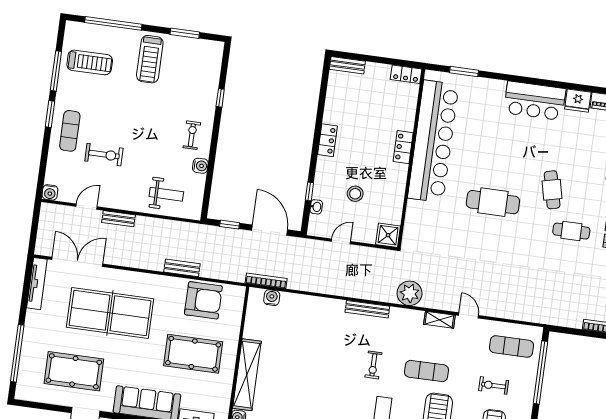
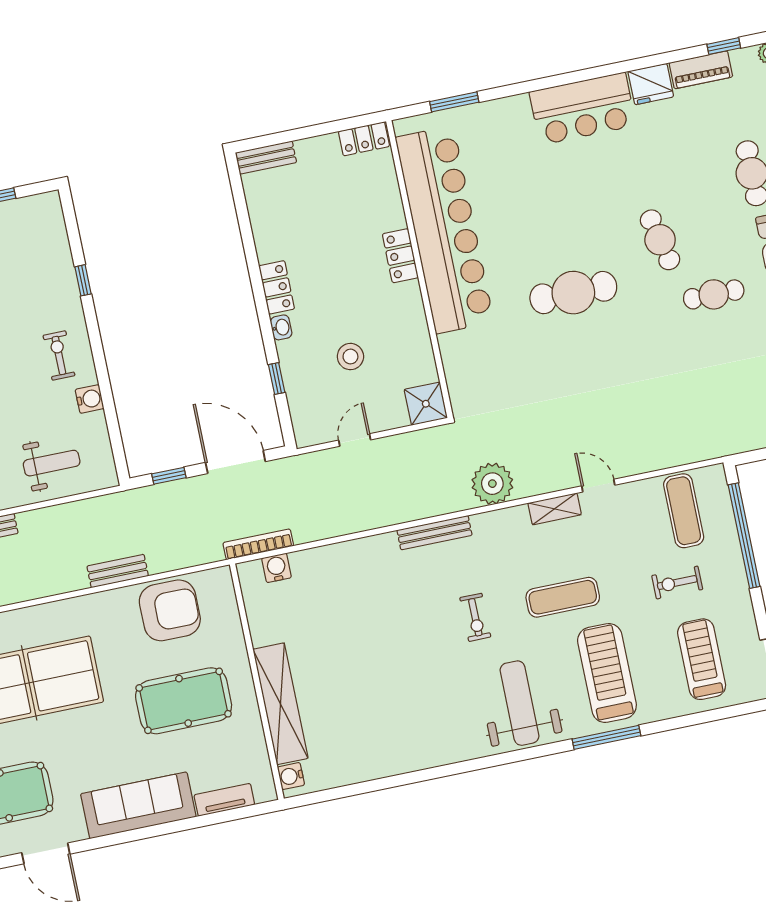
washbasin: (316, 207) -> (281, 327), moved
exercise mat: (511, 346) -> (684, 511), turned 90

